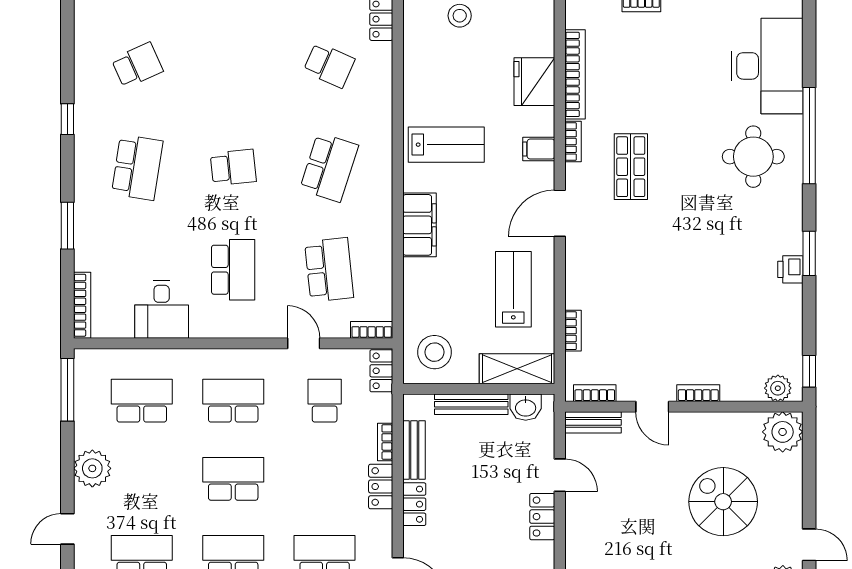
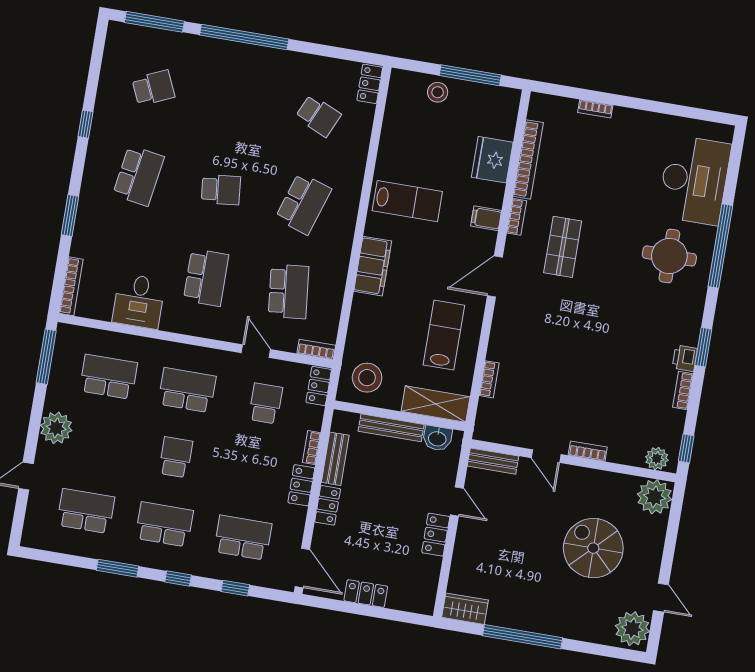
bookcase: (595, 393) -> (683, 391), moved, turned -90
school desk: (233, 479) -> (176, 457), width x0.54

